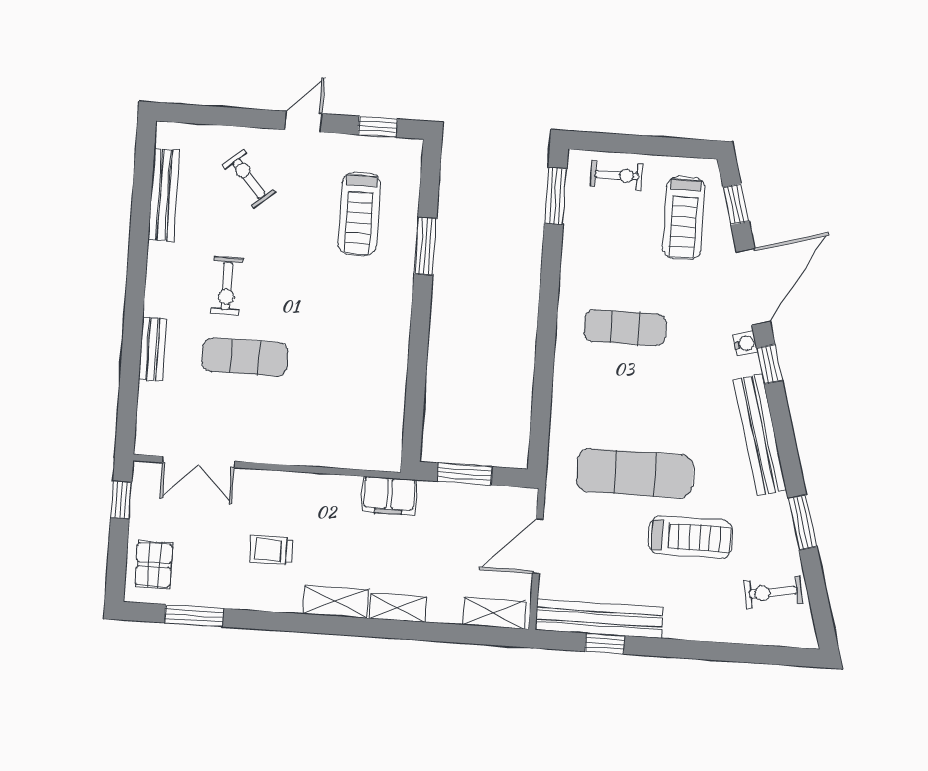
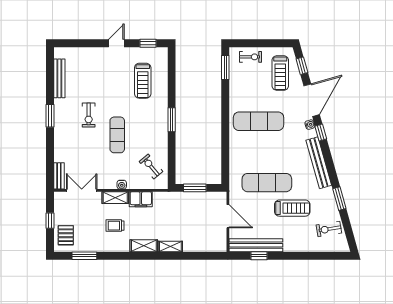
exercise bike: (249, 179) -> (151, 166), moved
window: (425, 246) -> (172, 120), moved
window: (136, 282) -> (50, 116), added
exercise mat: (625, 328) -> (259, 121), width x1.36, depth x1.45
bench: (152, 349) -> (59, 176), moved
exercise mat: (245, 357) -> (117, 135), moved, turned 90
water cooler: (293, 455) -> (122, 185), added
double door: (198, 462) -> (82, 190), swing flipped
filing cabinet: (389, 496) -> (141, 199), moved
window: (121, 500) -> (50, 221), moved
door: (538, 546) -> (228, 216), swing flipped
shelving: (494, 613) -> (115, 198), moved

